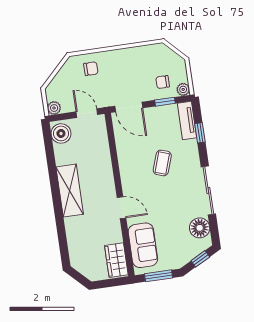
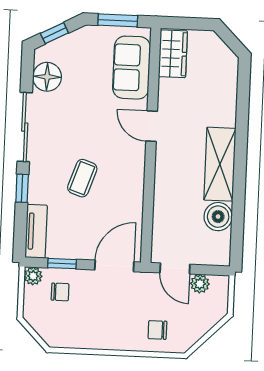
door: (129, 107) -> (114, 266), hinge flipped
plant: (54, 108) -> (200, 284), moved
boiler: (61, 133) -> (218, 217), moved
window: (200, 133) -> (22, 188), moved

